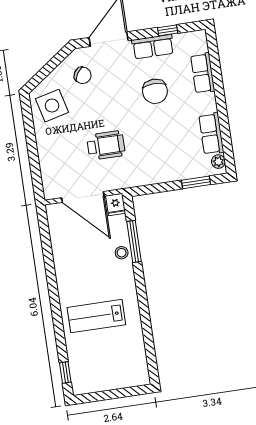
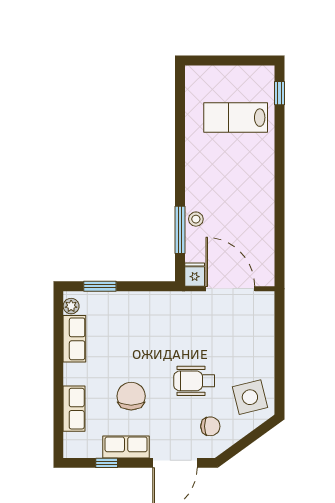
chair: (83, 75) -> (210, 426), turned 147
wheelchair: (106, 145) -> (194, 381), moved
lab bench: (96, 316) -> (236, 118), moved, turned 180

